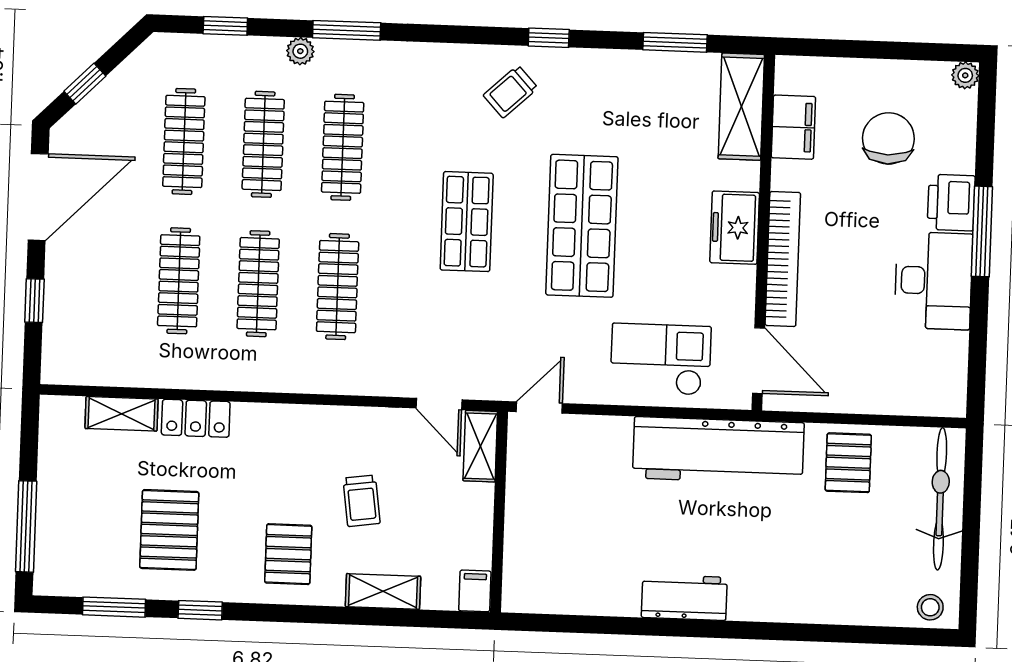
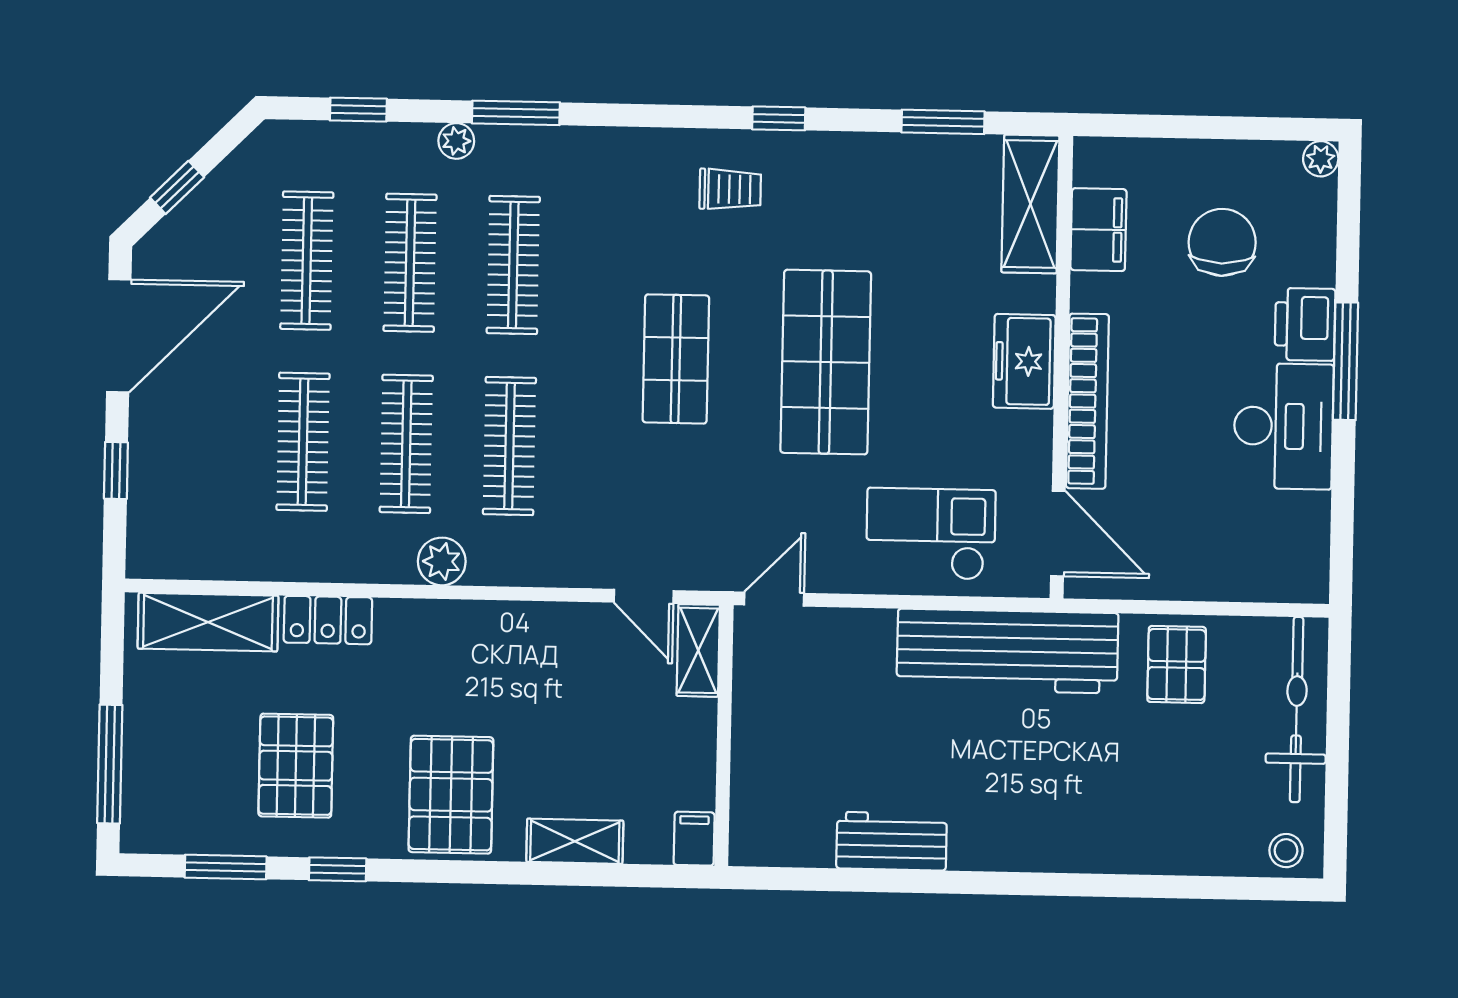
trolley: (511, 92) -> (730, 189), turned -137
plant: (284, 375) -> (442, 561), added
shelving: (122, 414) -> (208, 622), width x1.50, depth x1.33
trolley: (362, 501) -> (545, 724), removed
pallet: (288, 554) -> (451, 795), width x1.50, depth x1.42
workbench: (684, 597) -> (892, 841), moved

